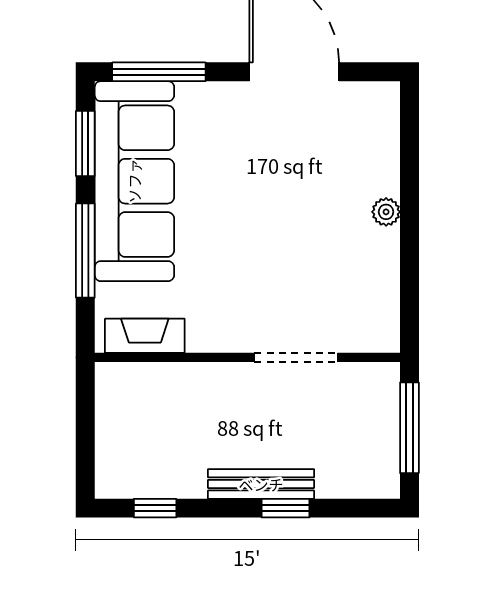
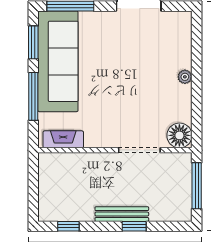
floor lamp: (375, 328) -> (179, 135), added

